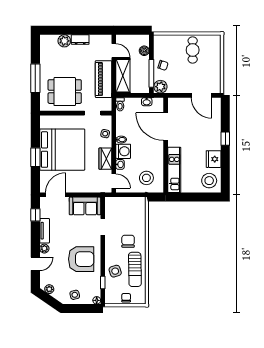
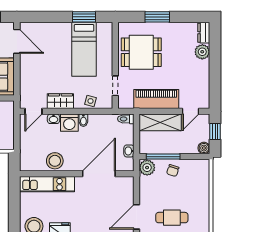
window: (131, 30) -> (215, 132), added
dresser: (80, 40) -> (204, 33), moved
cafe table: (193, 50) -> (172, 218), moved
boiler: (144, 51) -> (204, 148), moved
window: (35, 78) -> (157, 17), width x0.69
dining table: (65, 92) -> (141, 52), turned 90
bed: (62, 150) -> (84, 49), width x0.49
window: (35, 157) -> (84, 17), moved
stool: (146, 178) -> (55, 161), moved

